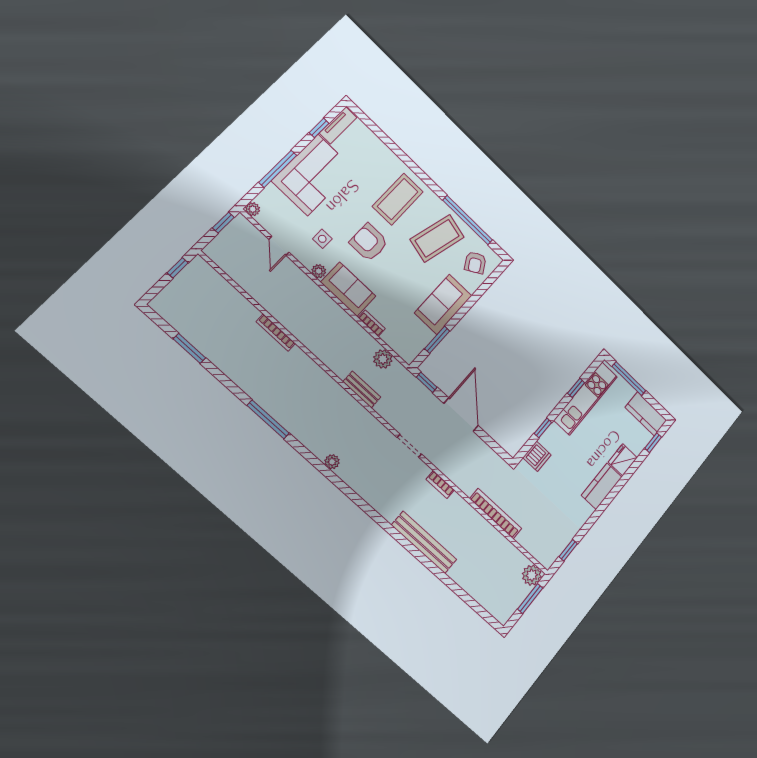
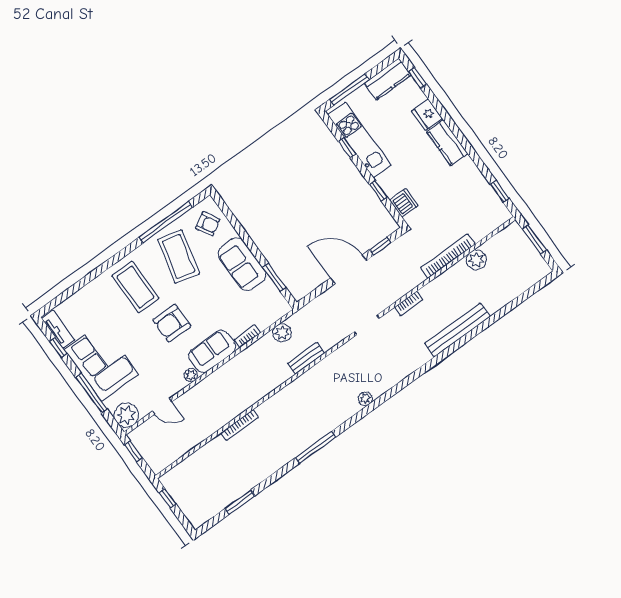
plant: (253, 209) -> (126, 415), width x1.87, depth x1.87
side table: (322, 239) -> (162, 366), removed
window: (427, 382) -> (380, 246), moved
plant: (532, 575) -> (476, 260), moved

